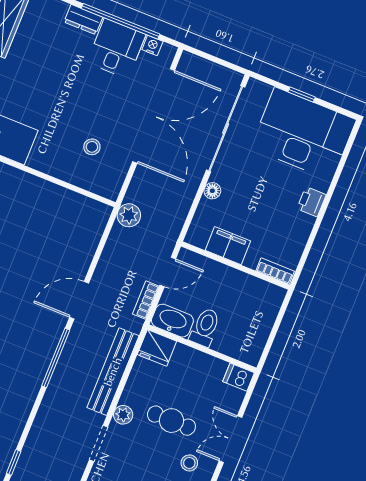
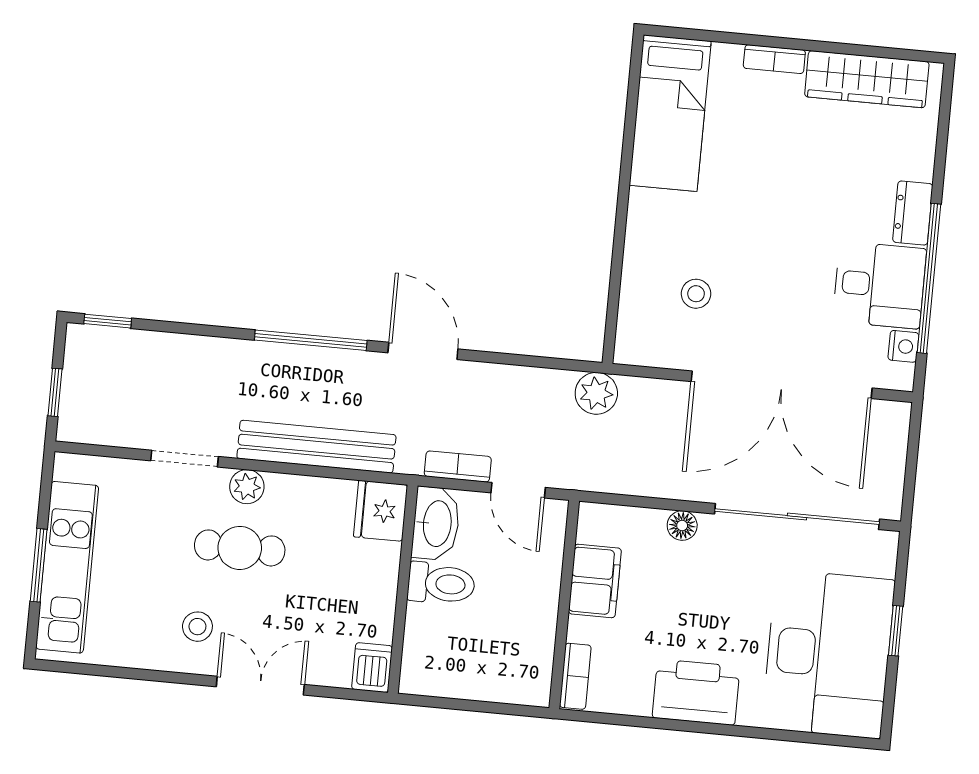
printer: (312, 202) -> (696, 692), width x1.87, depth x1.48
cafe table: (171, 421) -> (240, 548), moved, turned 90

